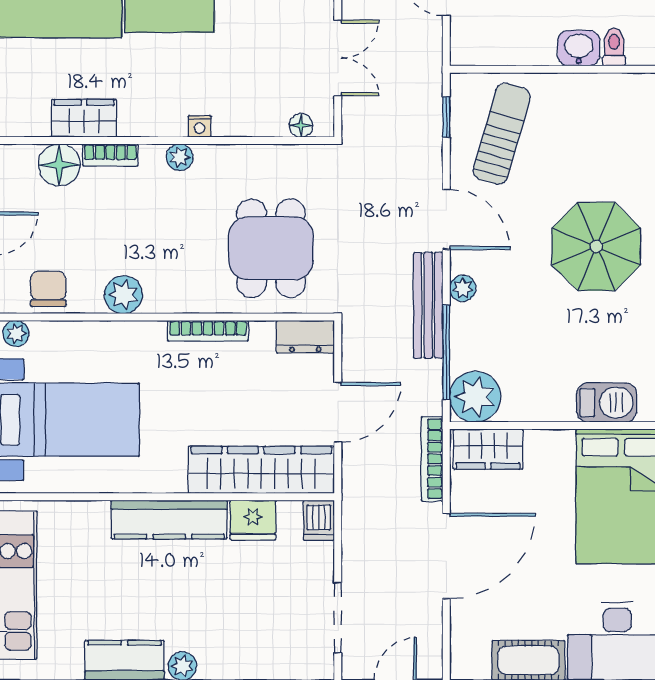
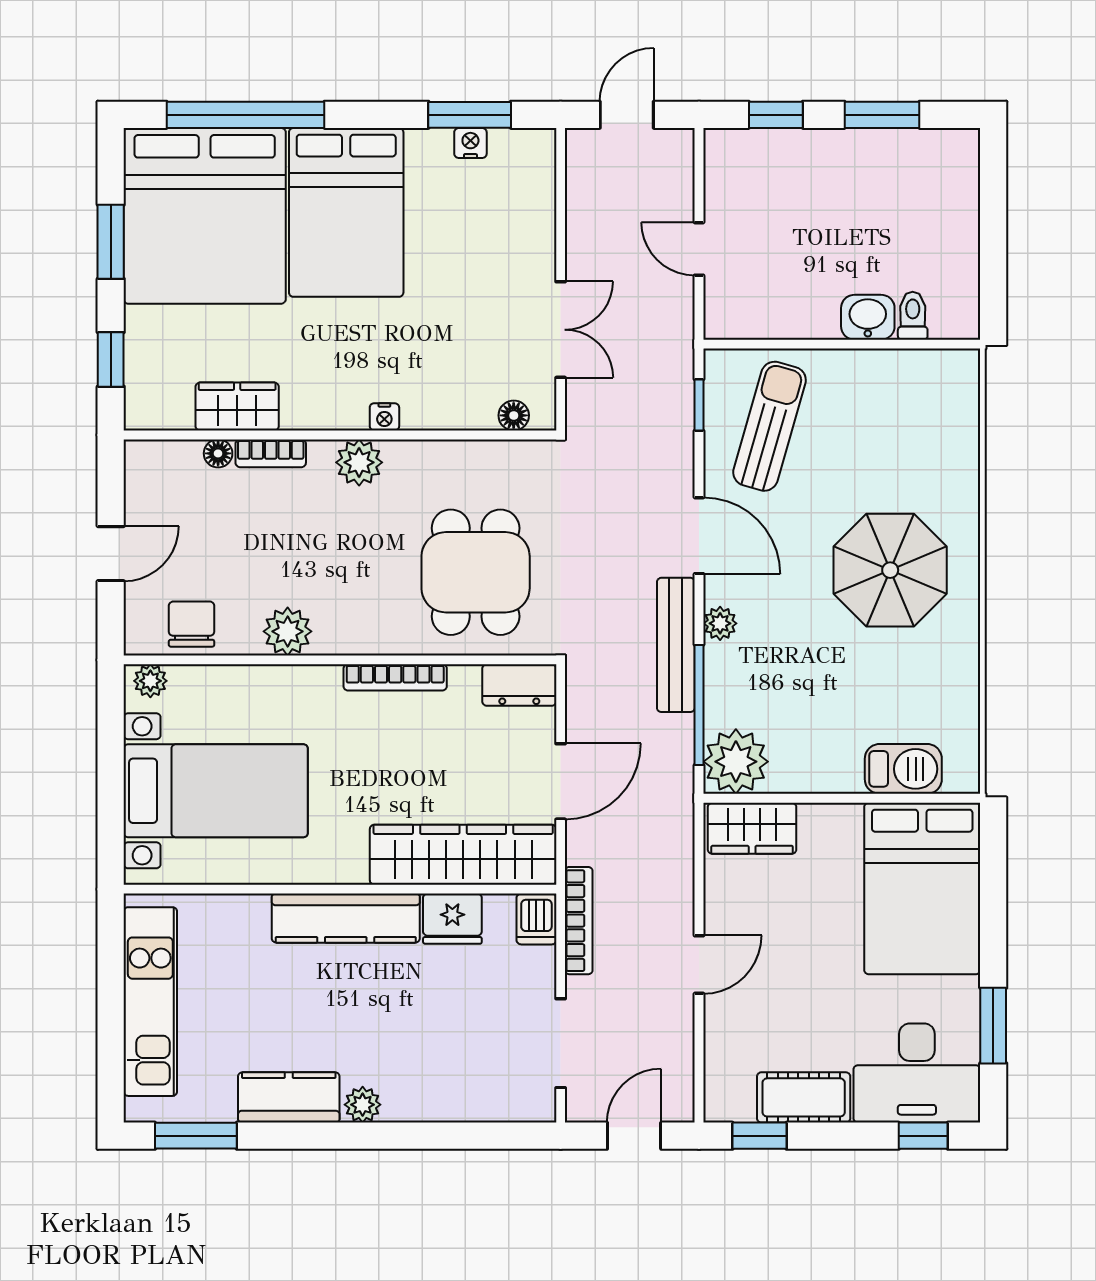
plant: (180, 157) -> (359, 462), width x1.38, depth x1.38
floor lamp: (59, 165) -> (218, 453), width x0.53, depth x0.53
bookcase: (432, 459) -> (579, 921), moved, turned 180
door: (446, 556) -> (699, 965), width x0.53

